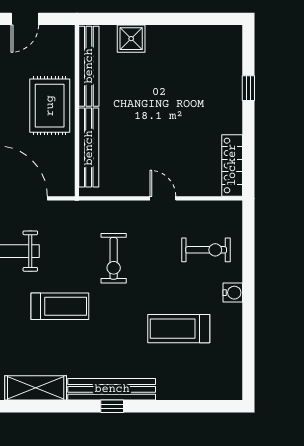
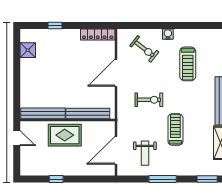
door: (25, 19) -> (17, 138), moved
shower: (131, 39) -> (28, 50), moved
door: (163, 198) -> (116, 73), width x1.87
exercise bike: (206, 250) -> (144, 49), turned 128

